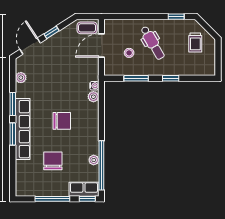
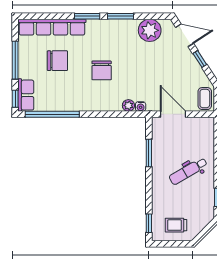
trolley: (195, 42) -> (176, 225), moved
door: (101, 45) -> (173, 114), moved
stool: (129, 53) -> (177, 145), removed
plant: (21, 78) -> (150, 30), width x1.87, depth x1.87
window: (171, 78) -> (149, 223), moved
row of seats: (23, 129) -> (52, 27), moved
plant: (94, 160) -> (58, 106), removed

